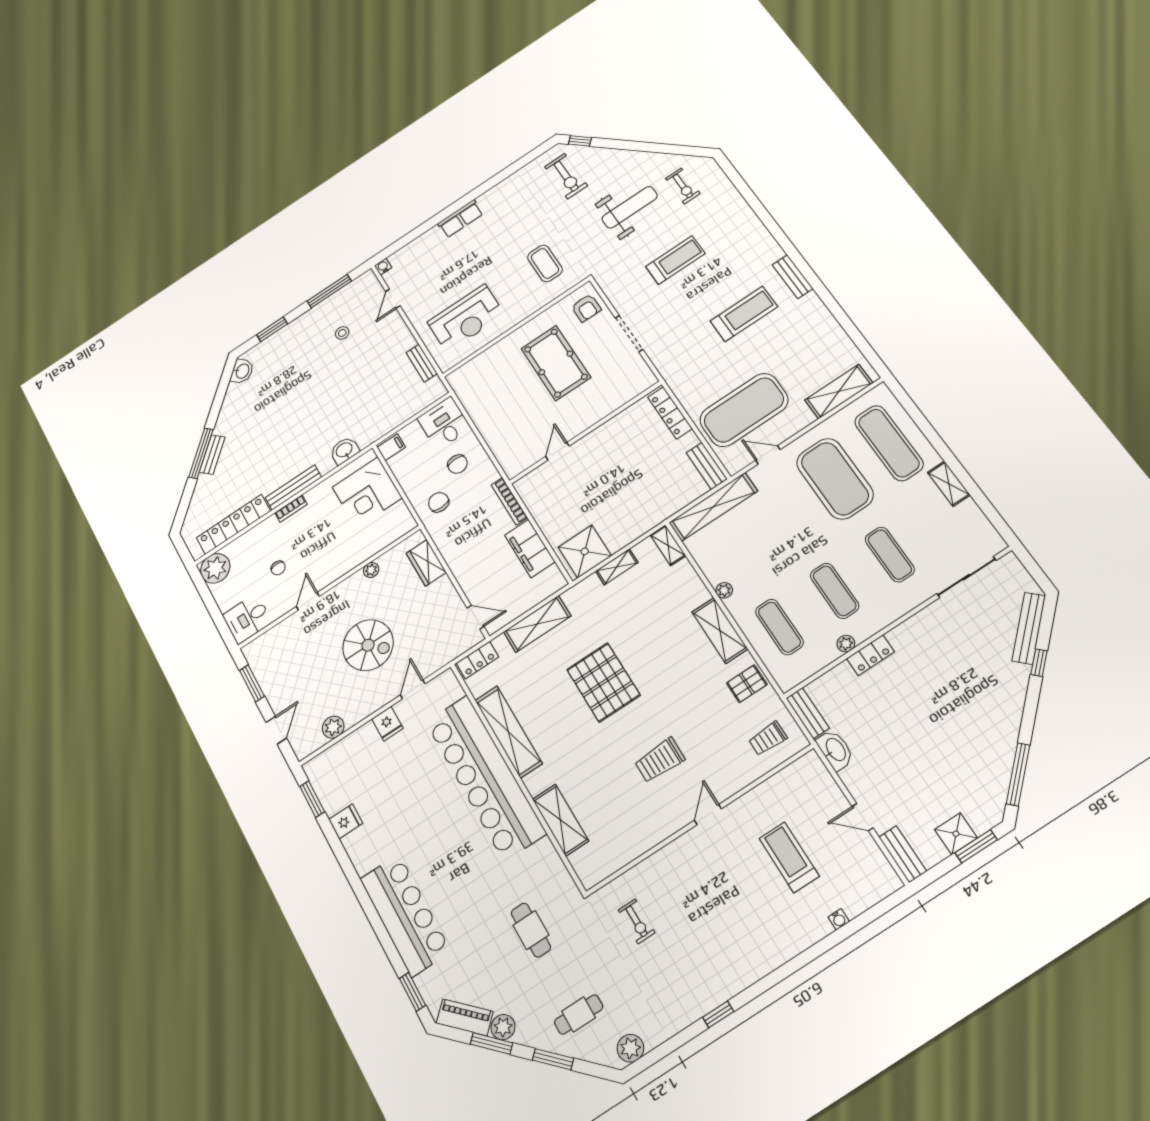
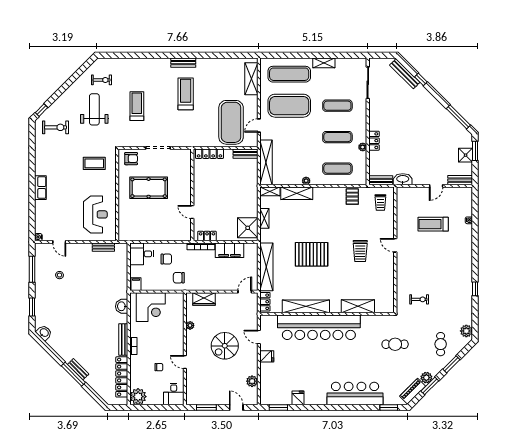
locker: (532, 499) -> (207, 236), added
shelving: (537, 624) -> (266, 267), width x1.47
shelving: (720, 630) -> (297, 193), moved
spiral stairs: (368, 645) -> (225, 346), turned 180

